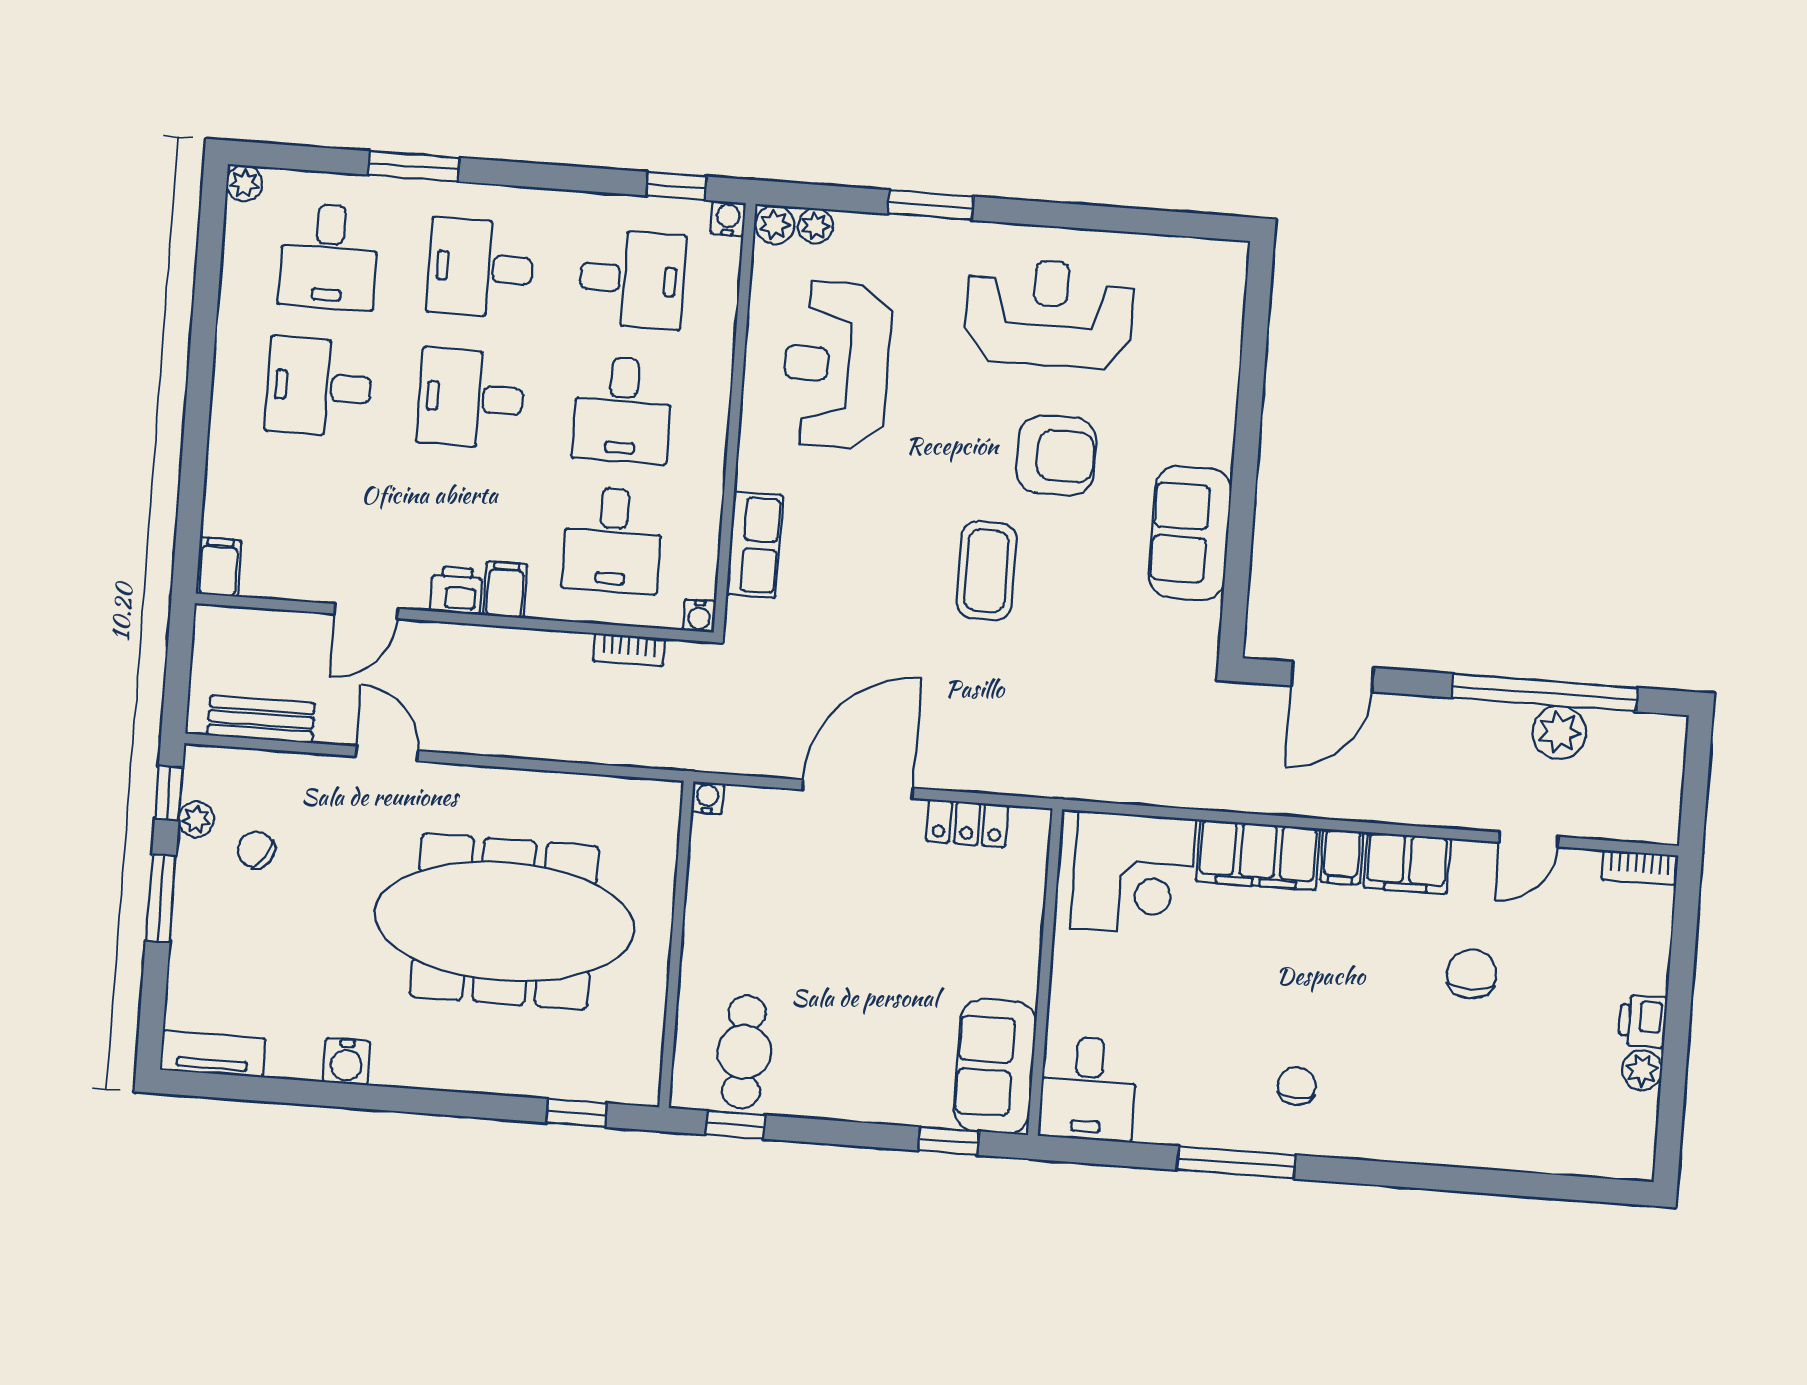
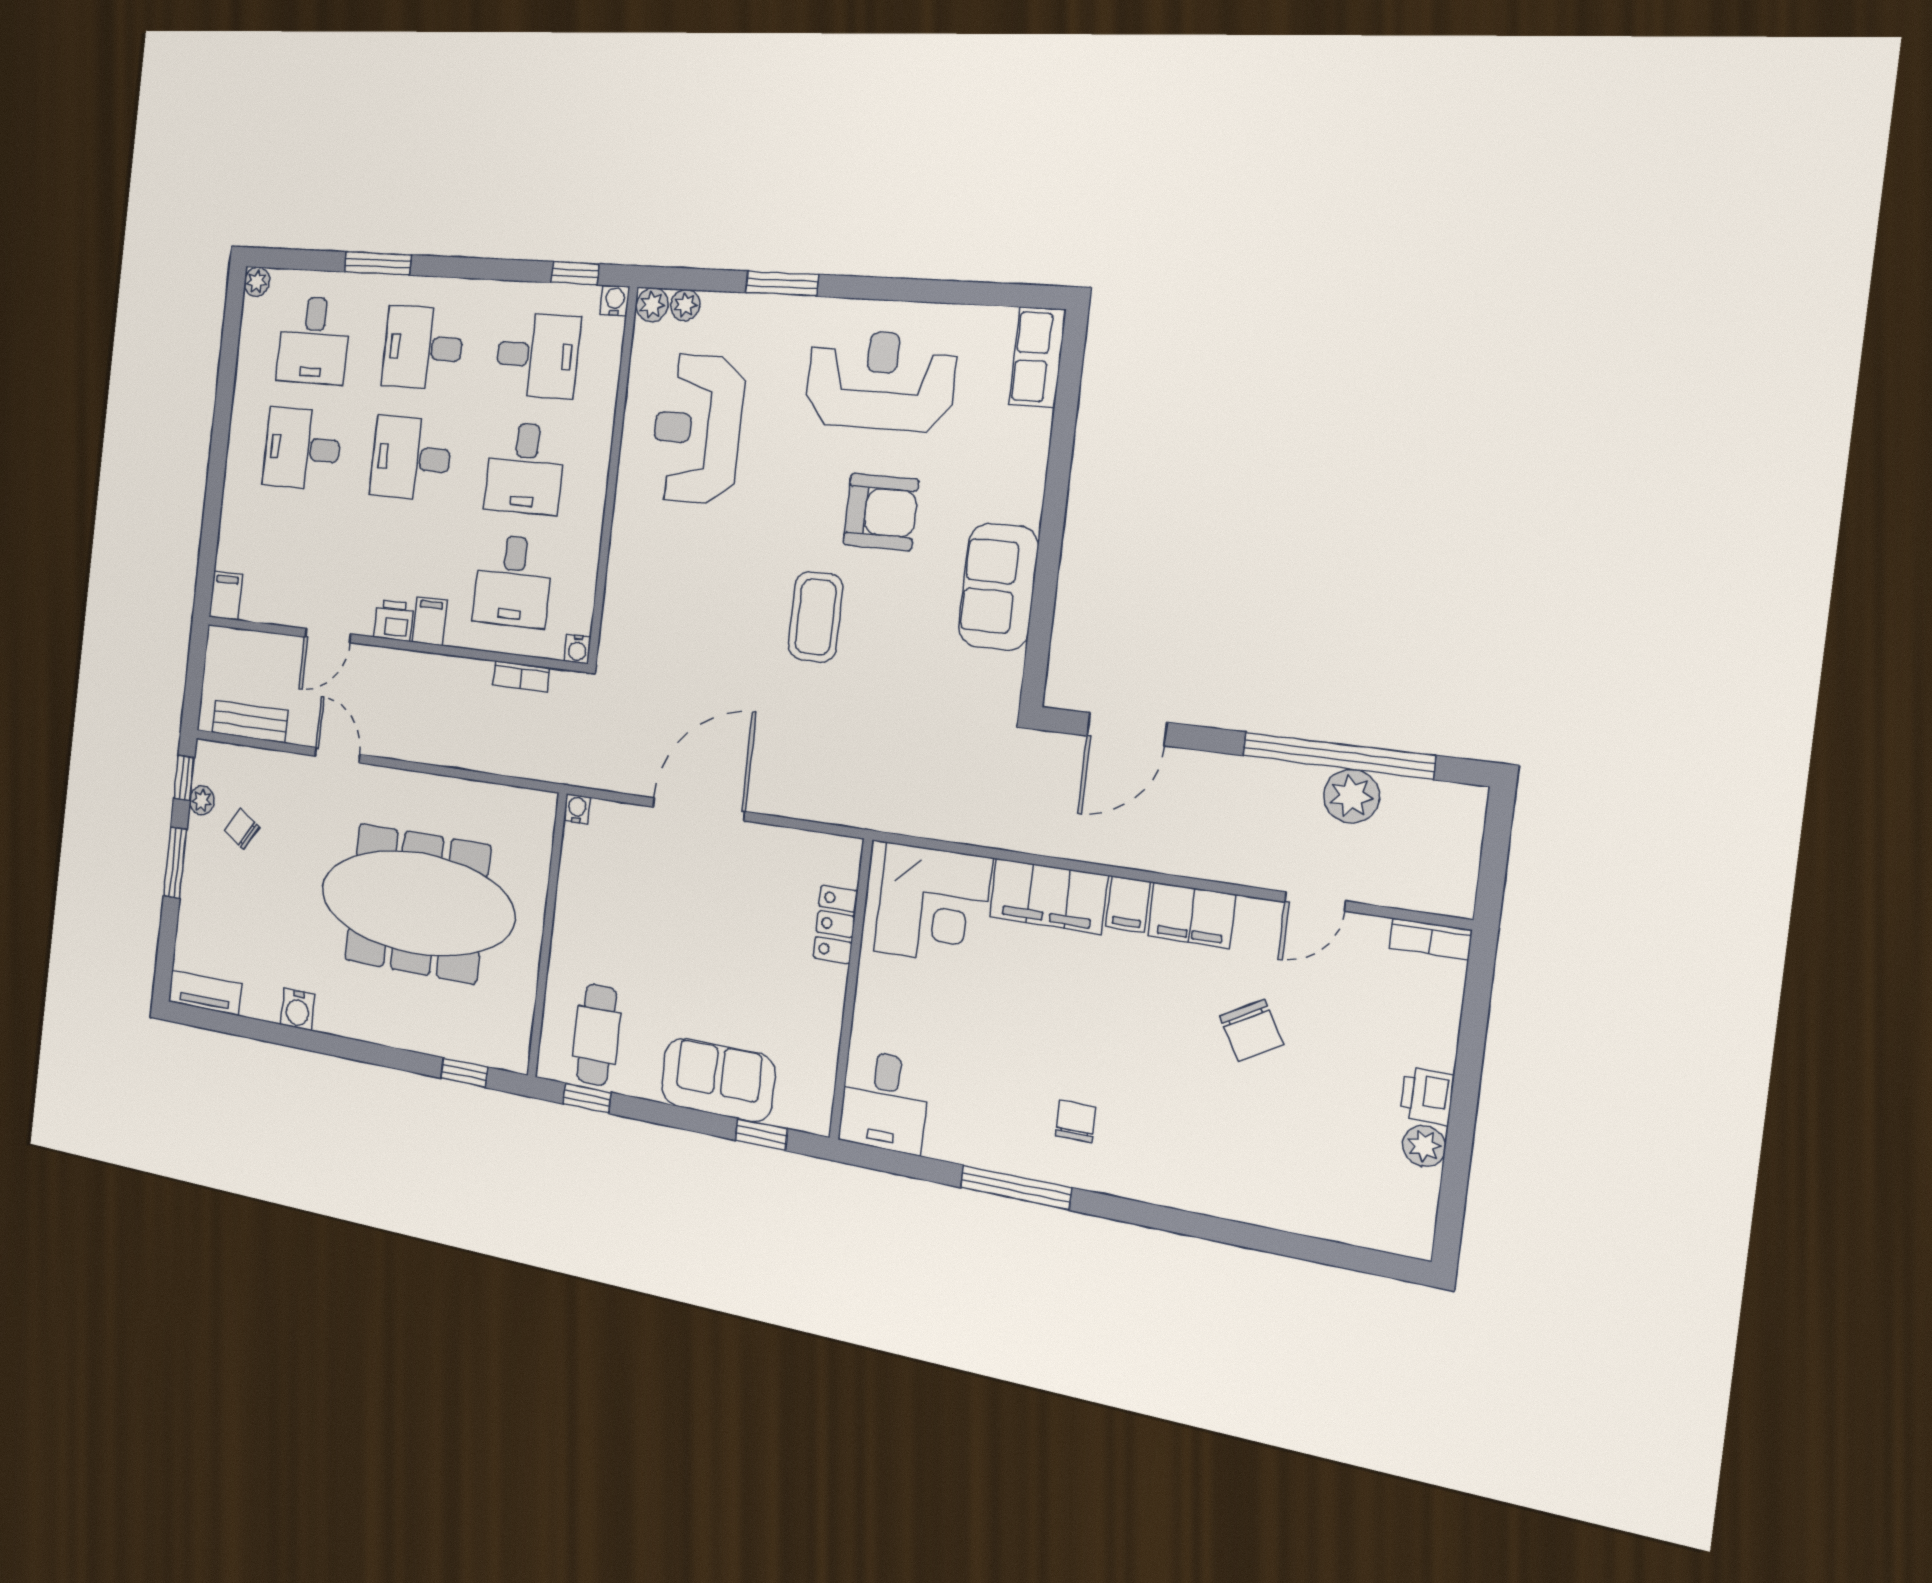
row of seats: (755, 545) -> (1038, 357), moved, turned 180
locker: (967, 823) -> (835, 924), moved, turned 90
chair: (1472, 974) -> (1251, 1030), turned 150
sofa: (995, 1066) -> (718, 1080), moved, turned 90

